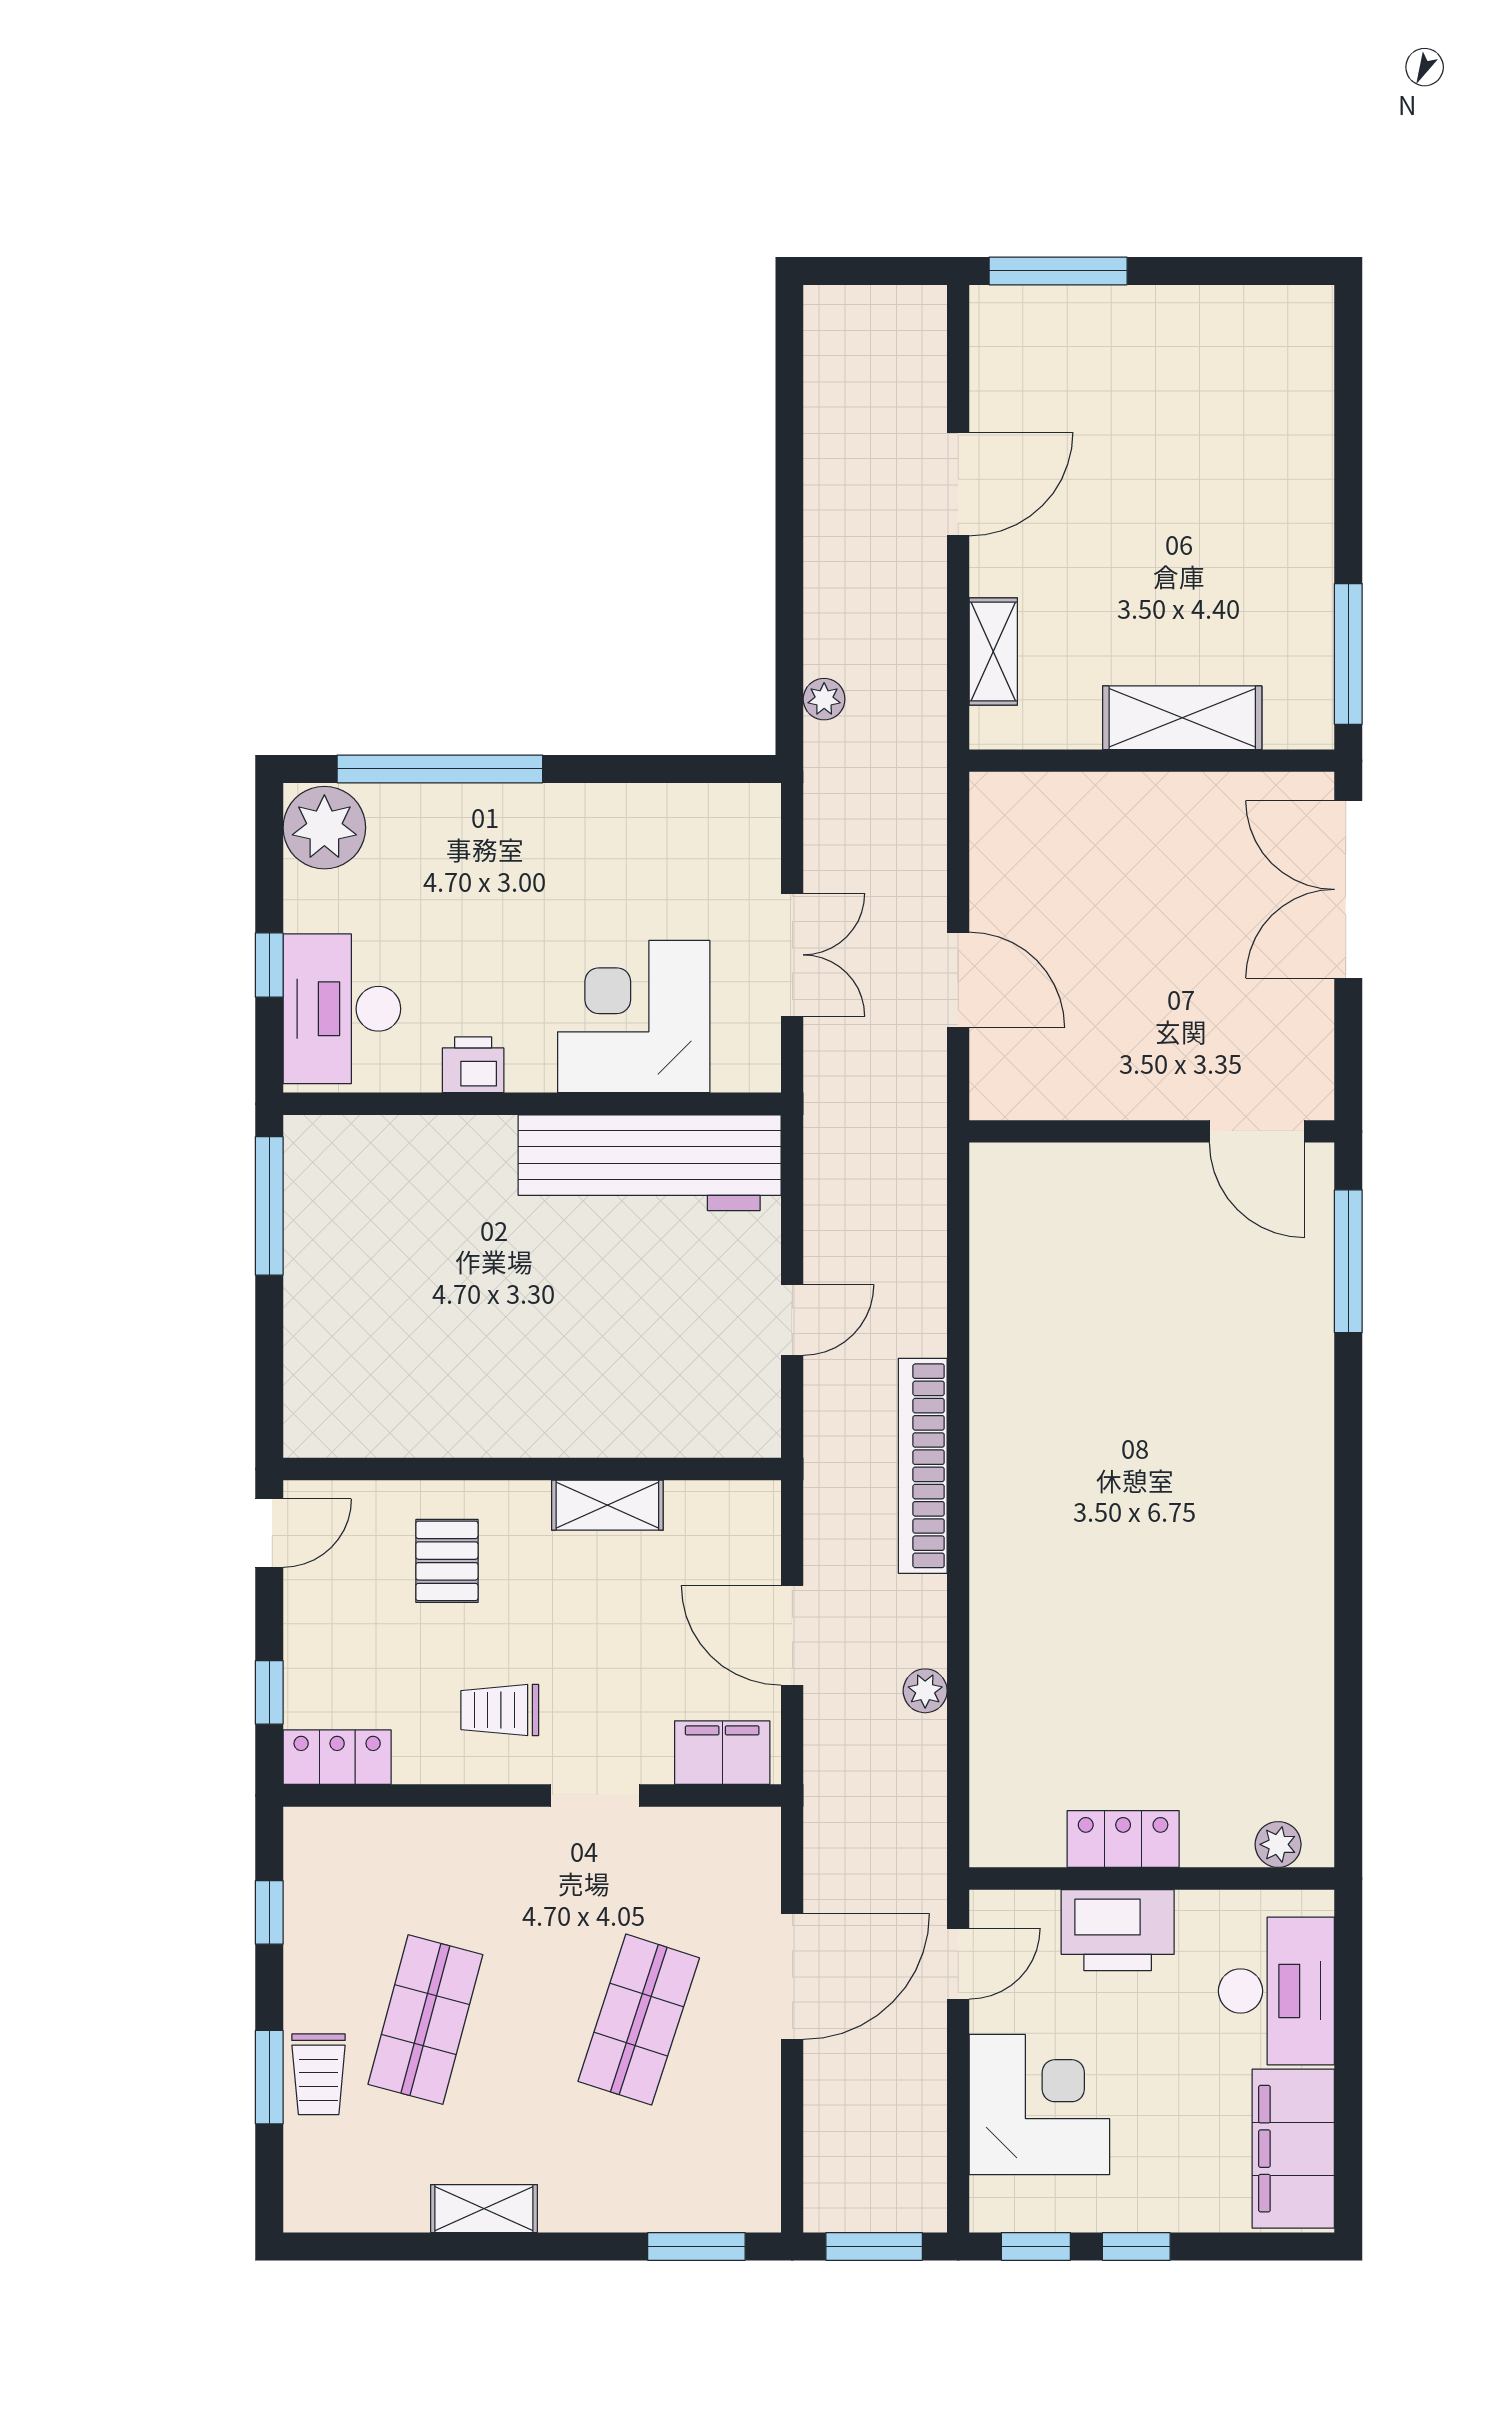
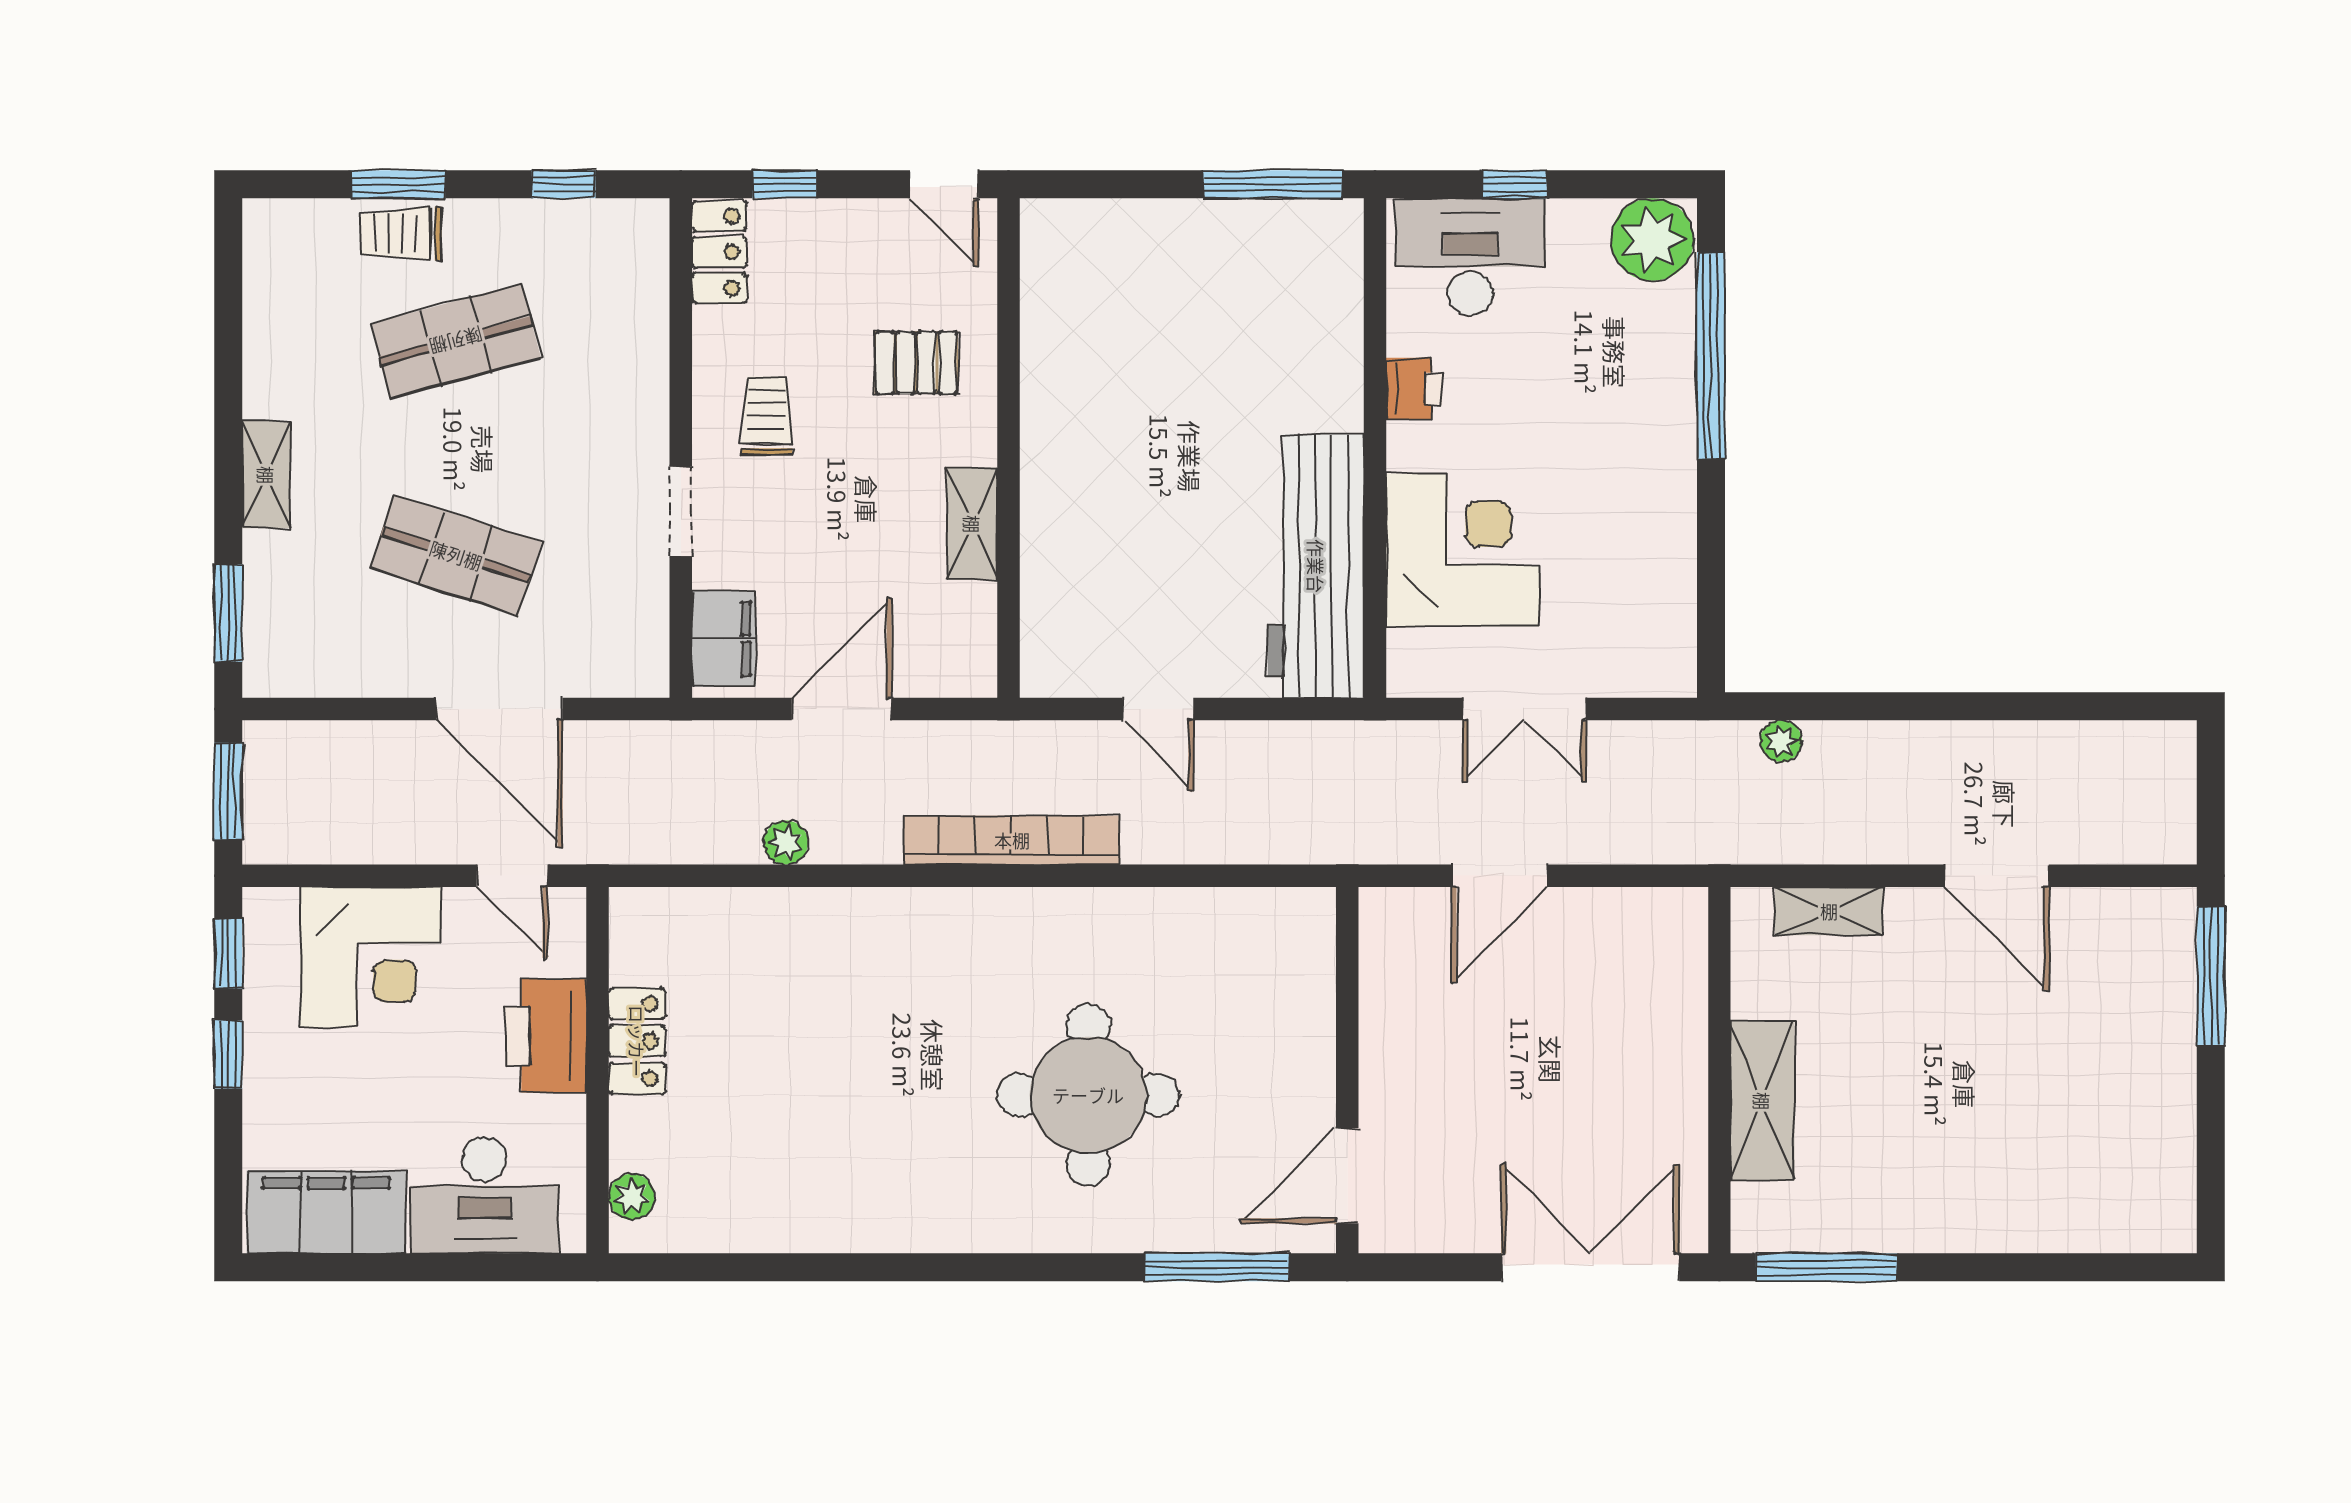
round table: (1177, 1390) -> (1088, 1095), added
shop shelf: (425, 2020) -> (456, 341), turned -30
shelving: (484, 2209) -> (266, 475), moved

